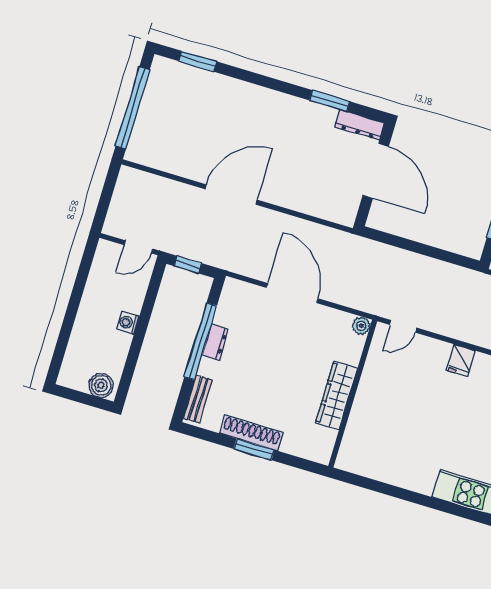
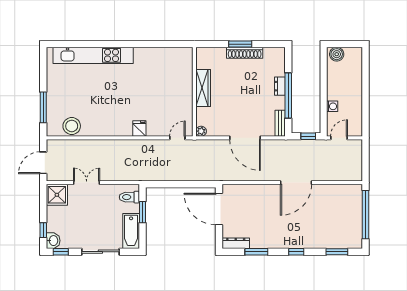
window: (264, 81) -> (296, 252), added
door: (376, 171) -> (219, 209), moved
washing machine: (128, 323) -> (332, 106), moved
dresser: (215, 342) -> (280, 86), moved
bench: (198, 399) -> (280, 123), moved

